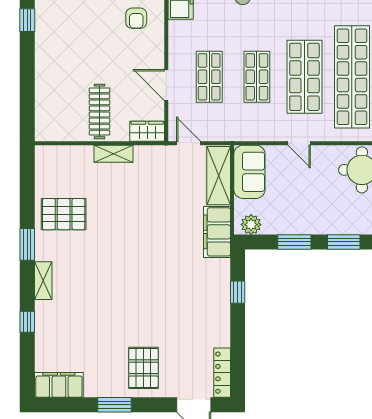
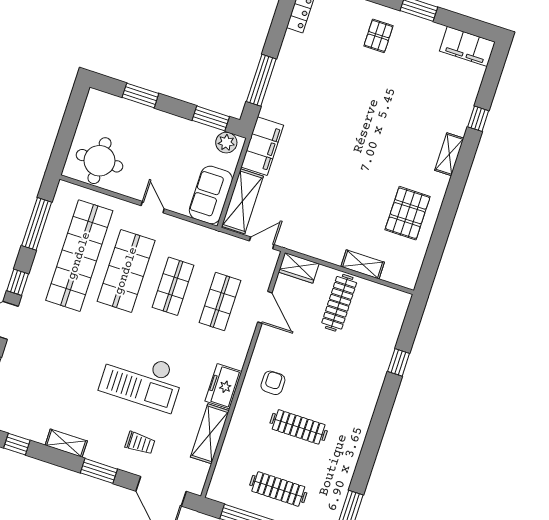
window: (27, 20) -> (399, 362), moved
door: (188, 143) -> (262, 243), swing flipped
shelving: (114, 154) -> (363, 264), moved
pallet: (64, 214) -> (408, 213), turned 90
window: (294, 242) -> (211, 118), moved
window: (27, 244) -> (453, 195), removed
window: (238, 292) -> (261, 80), width x2.17
pallet: (143, 368) -> (378, 36), width x0.67, depth x0.71

